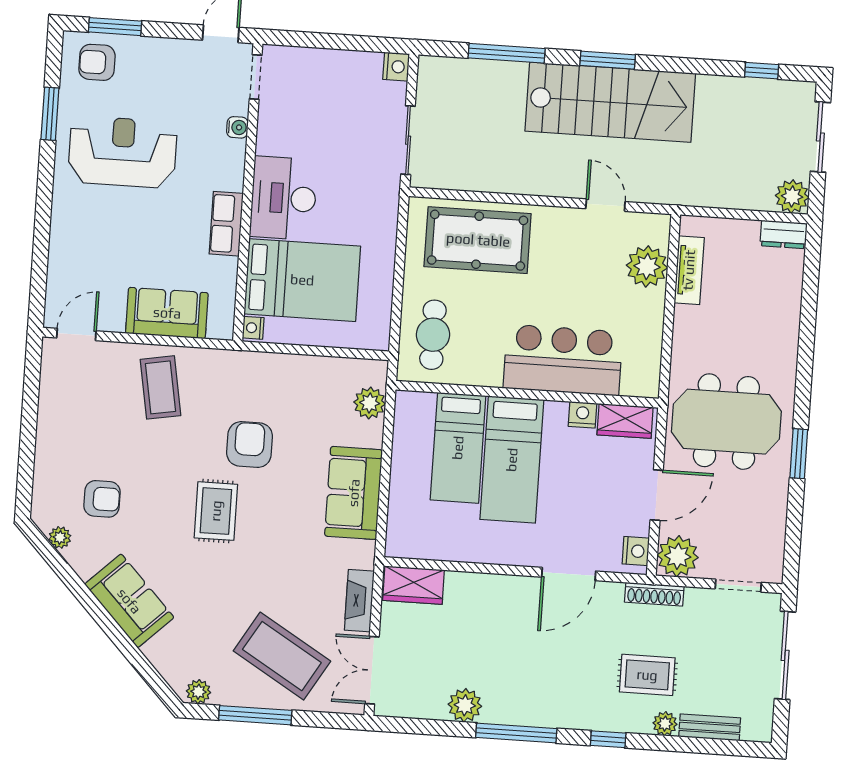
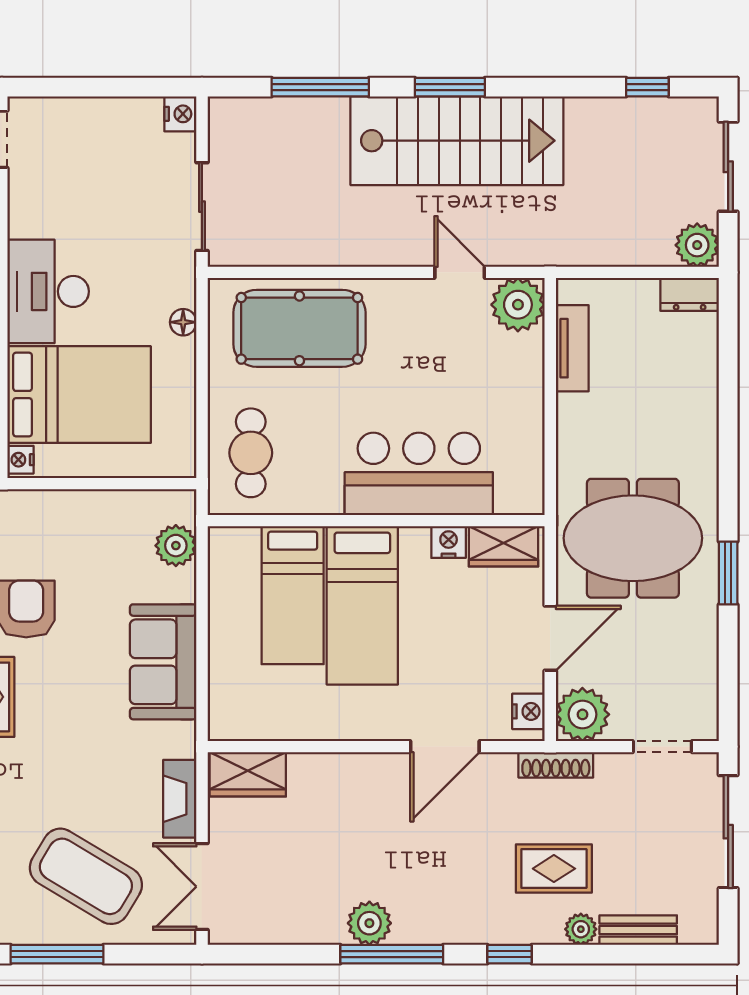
floor lamp: (387, 229) -> (183, 322), added
plant: (647, 266) -> (518, 305), moved
plant: (465, 705) -> (369, 923), moved

